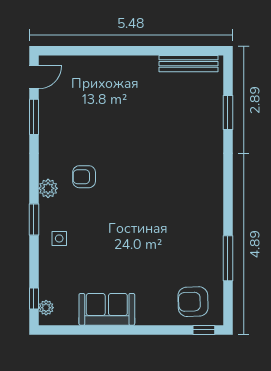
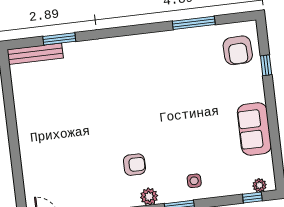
bench: (189, 64) -> (35, 54), moved, turned 90
armchair: (84, 177) -> (134, 165), turned -90
window: (204, 330) -> (266, 65), moved

